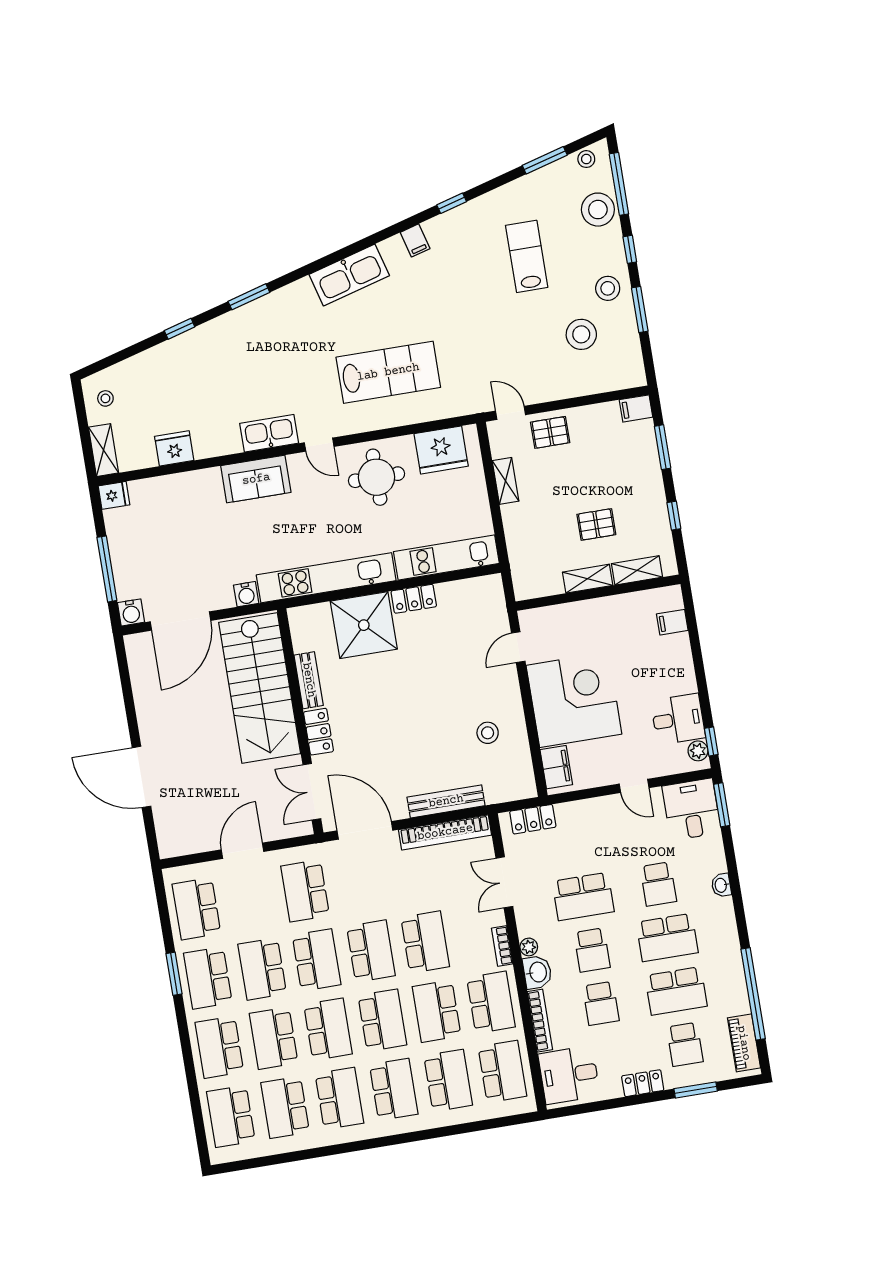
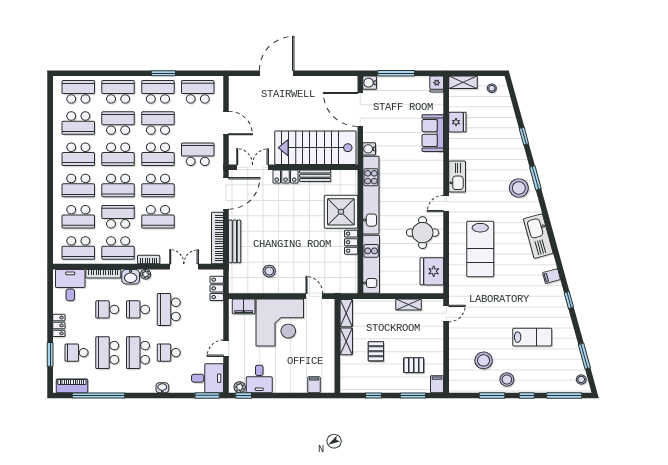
stool: (598, 210) -> (519, 188), moved
pallet: (550, 432) -> (414, 365), moved, turned 90
sofa: (256, 479) -> (433, 133), moved
shelving: (637, 570) -> (346, 313), moved
school desk: (285, 1107) -> (78, 123), turned 180

